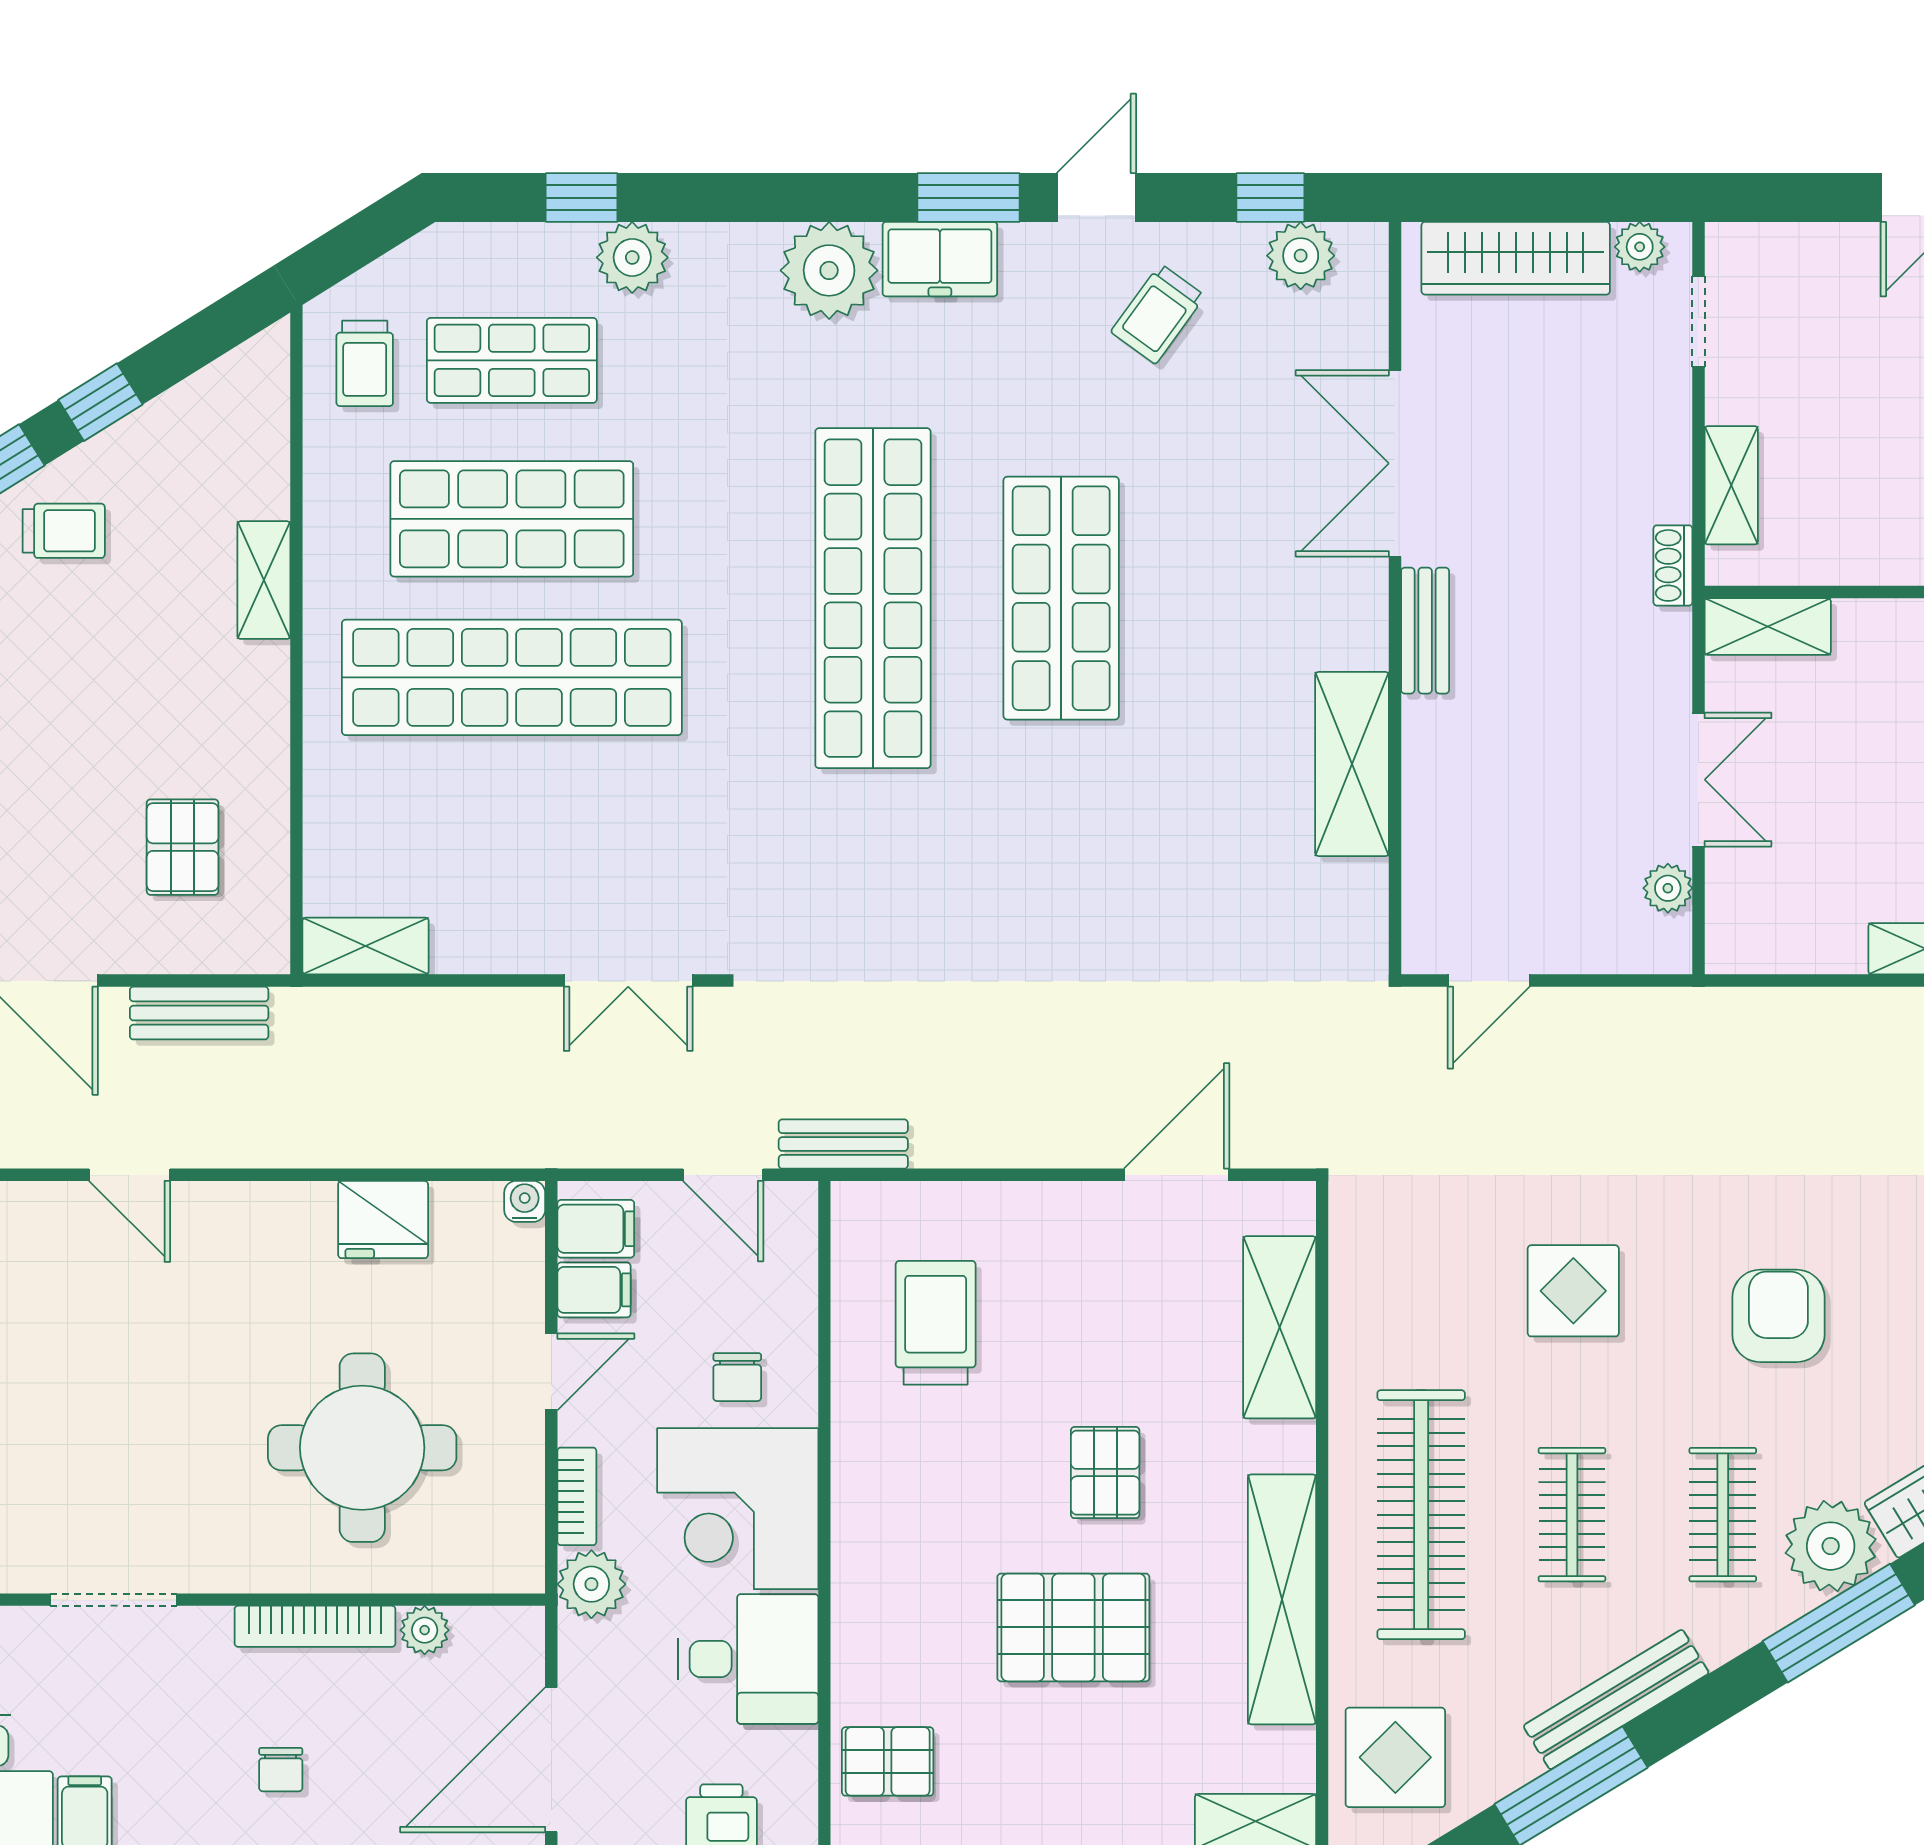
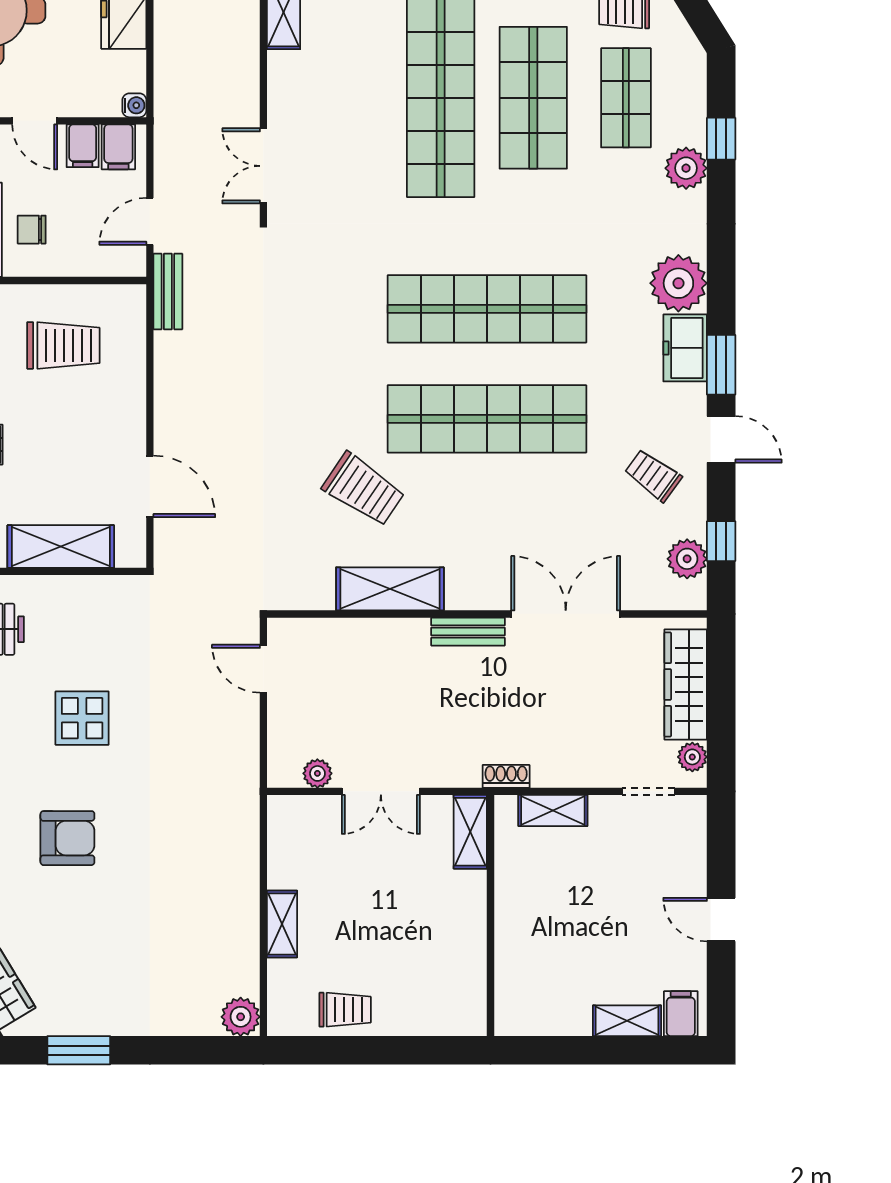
shop shelf: (1061, 598) -> (487, 419), width x1.40
trolley: (1182, 809) -> (364, 489), added

